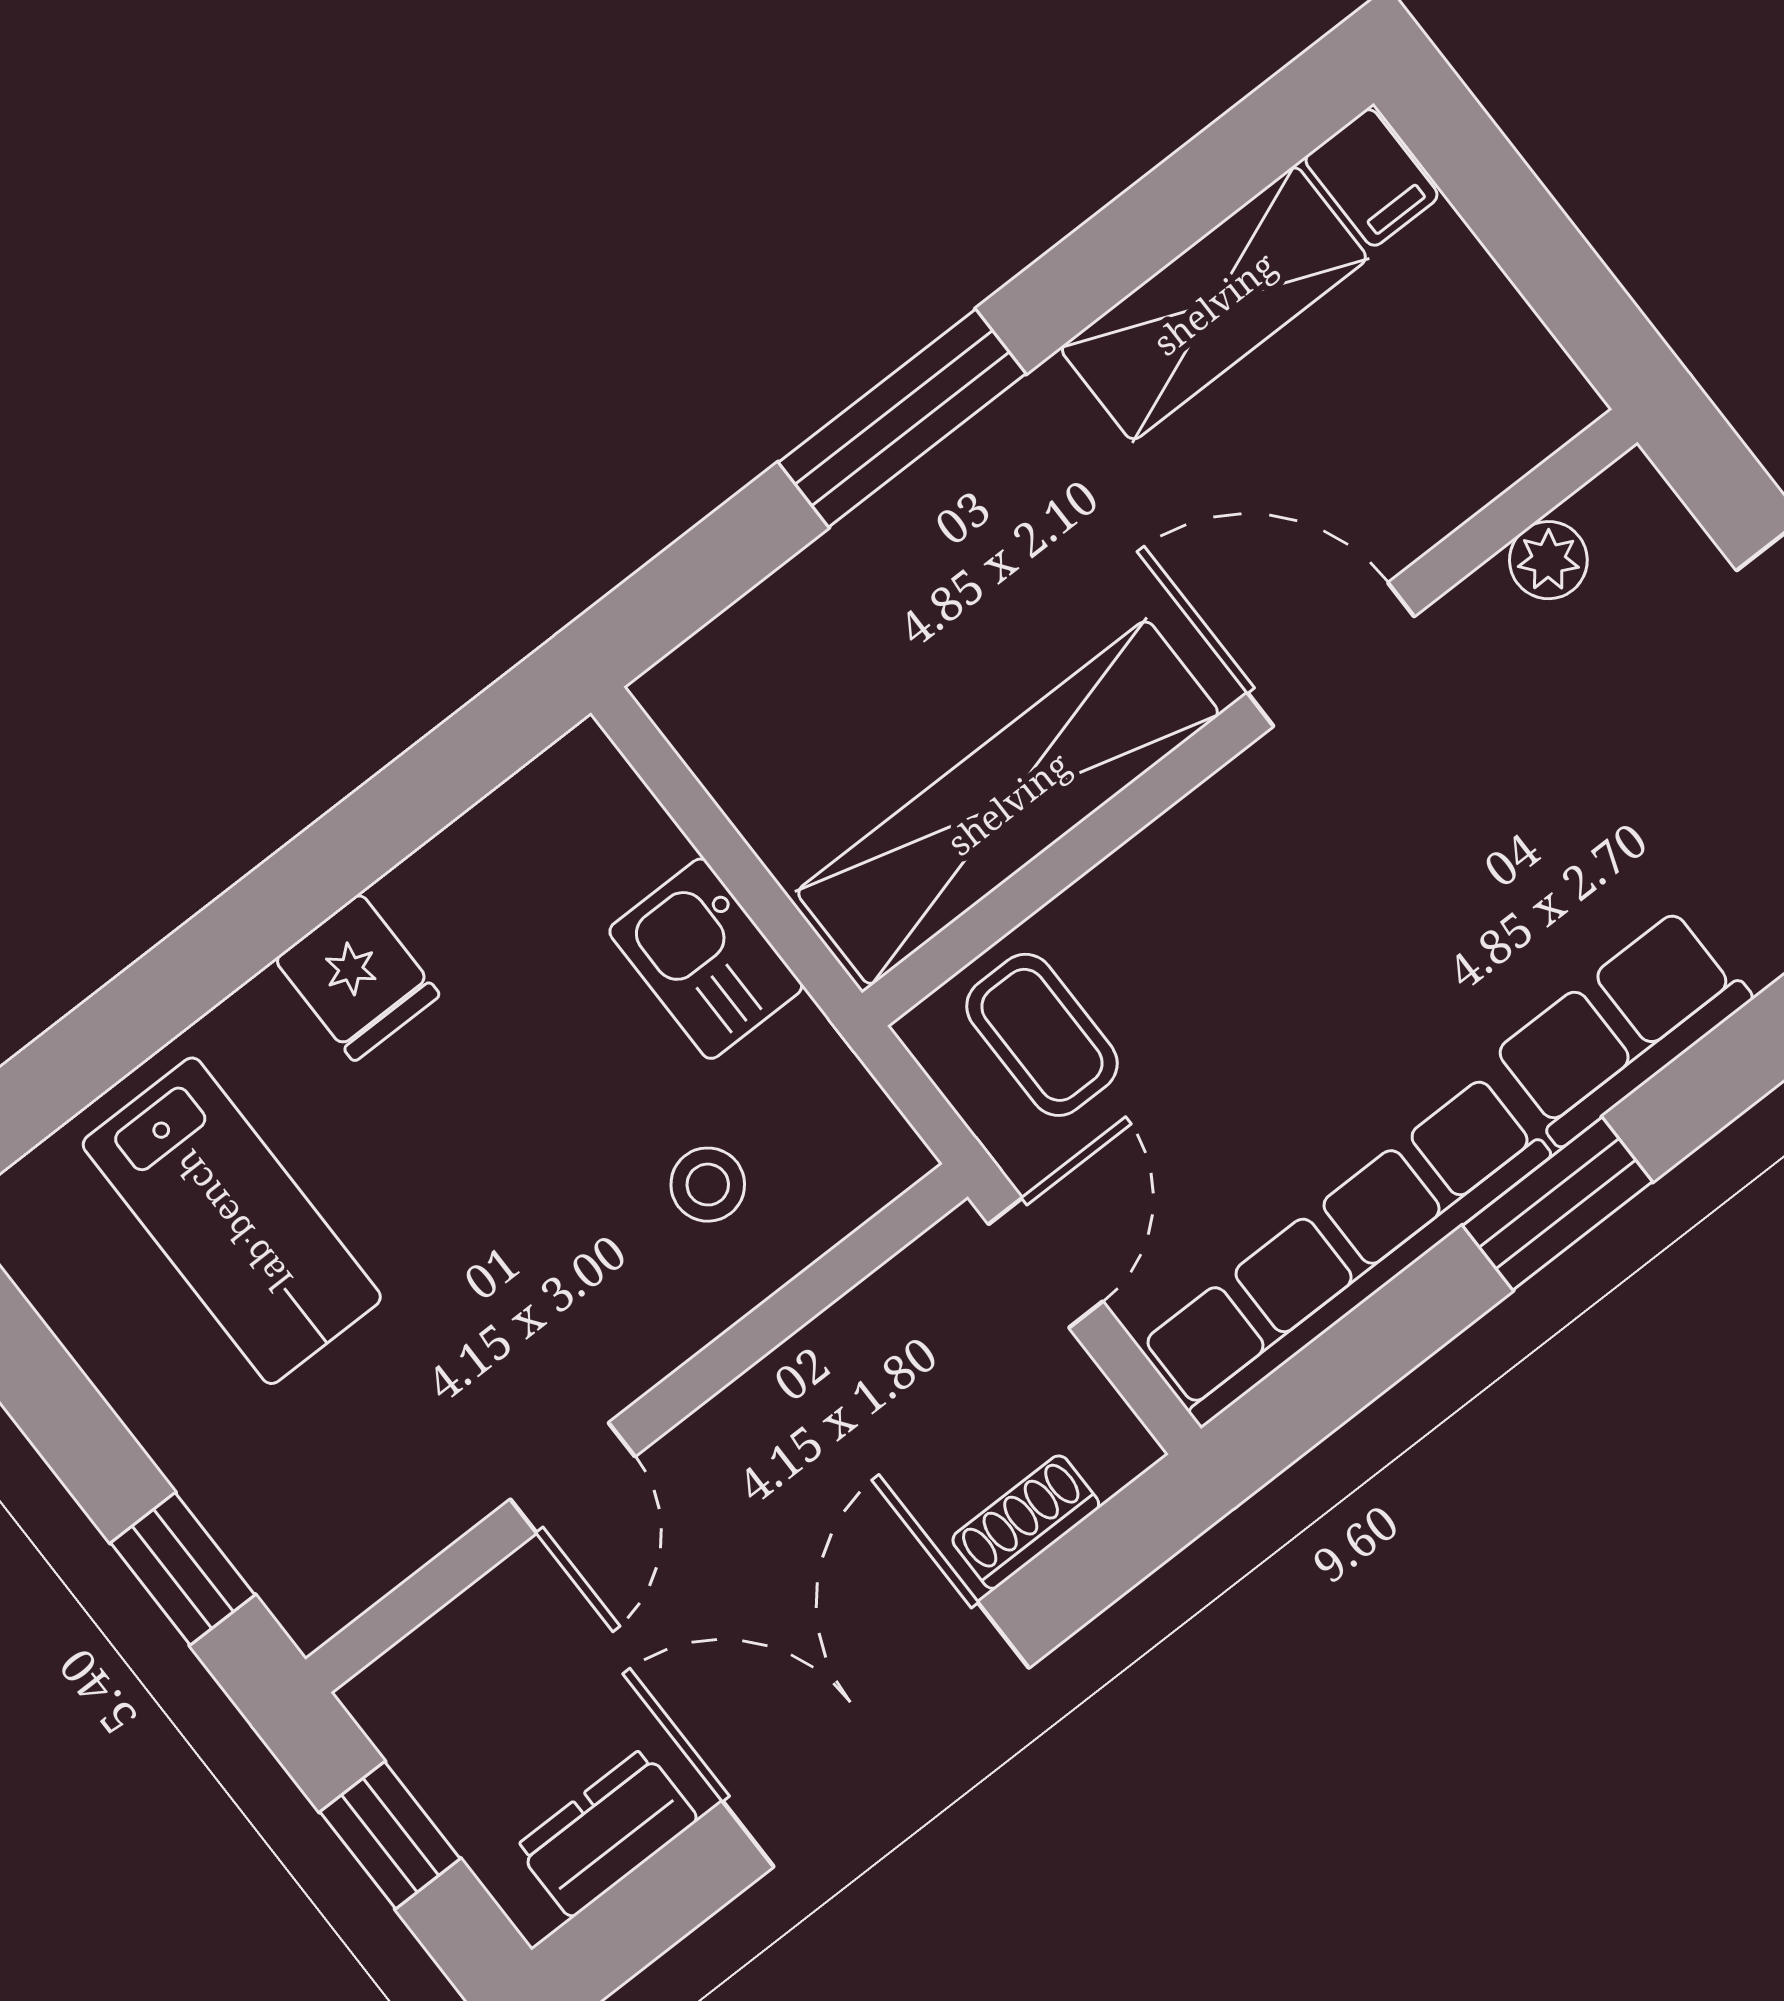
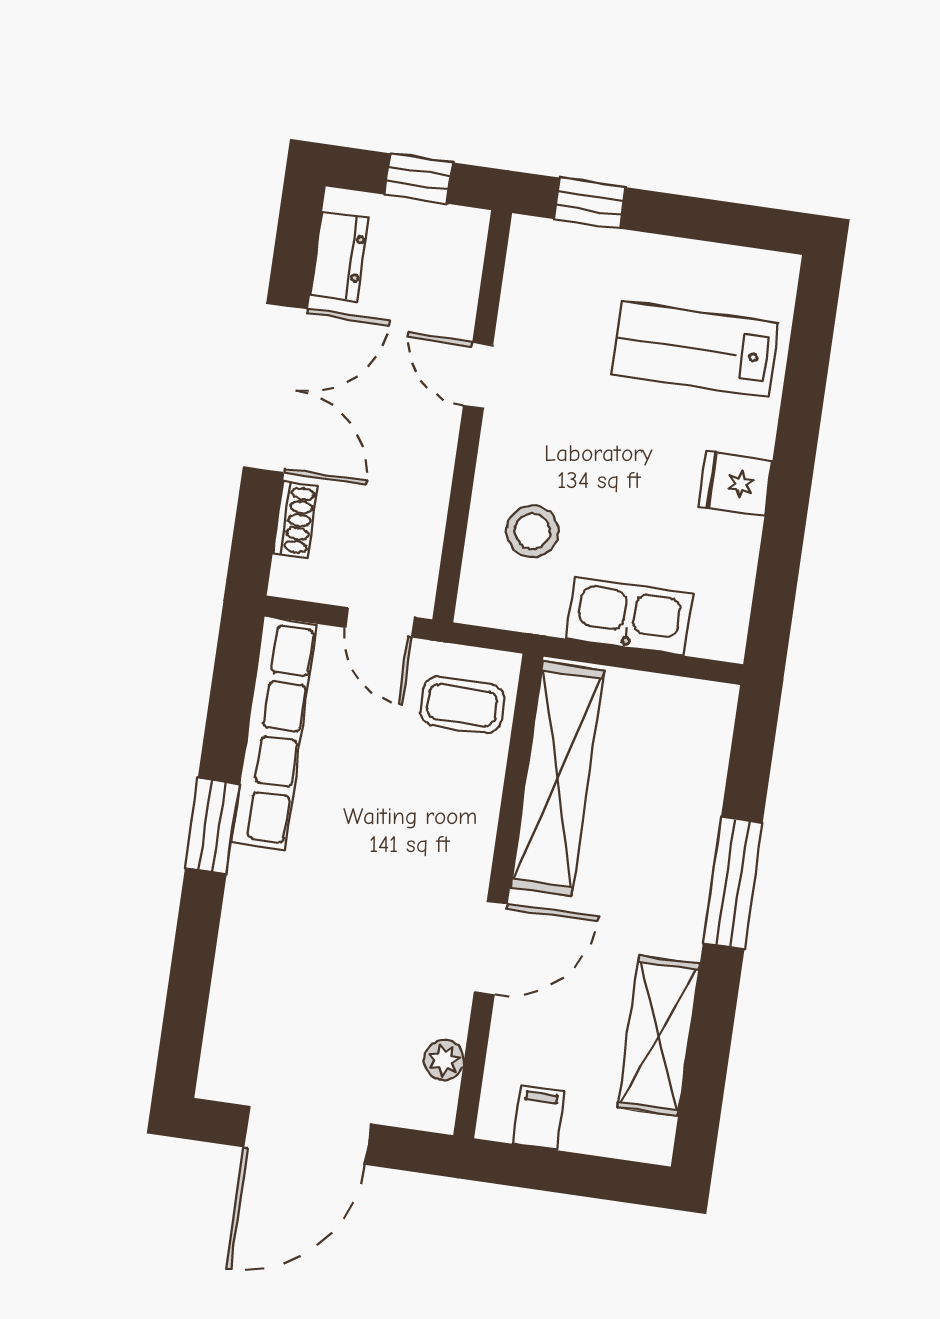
filing cabinet: (1371, 177) -> (539, 1118), moved, turned 90
kitchen sink: (706, 959) -> (629, 616), width x1.38
row of seats: (1621, 1027) -> (251, 913), removed
stool: (708, 1185) -> (532, 531), width x1.37, depth x1.37

